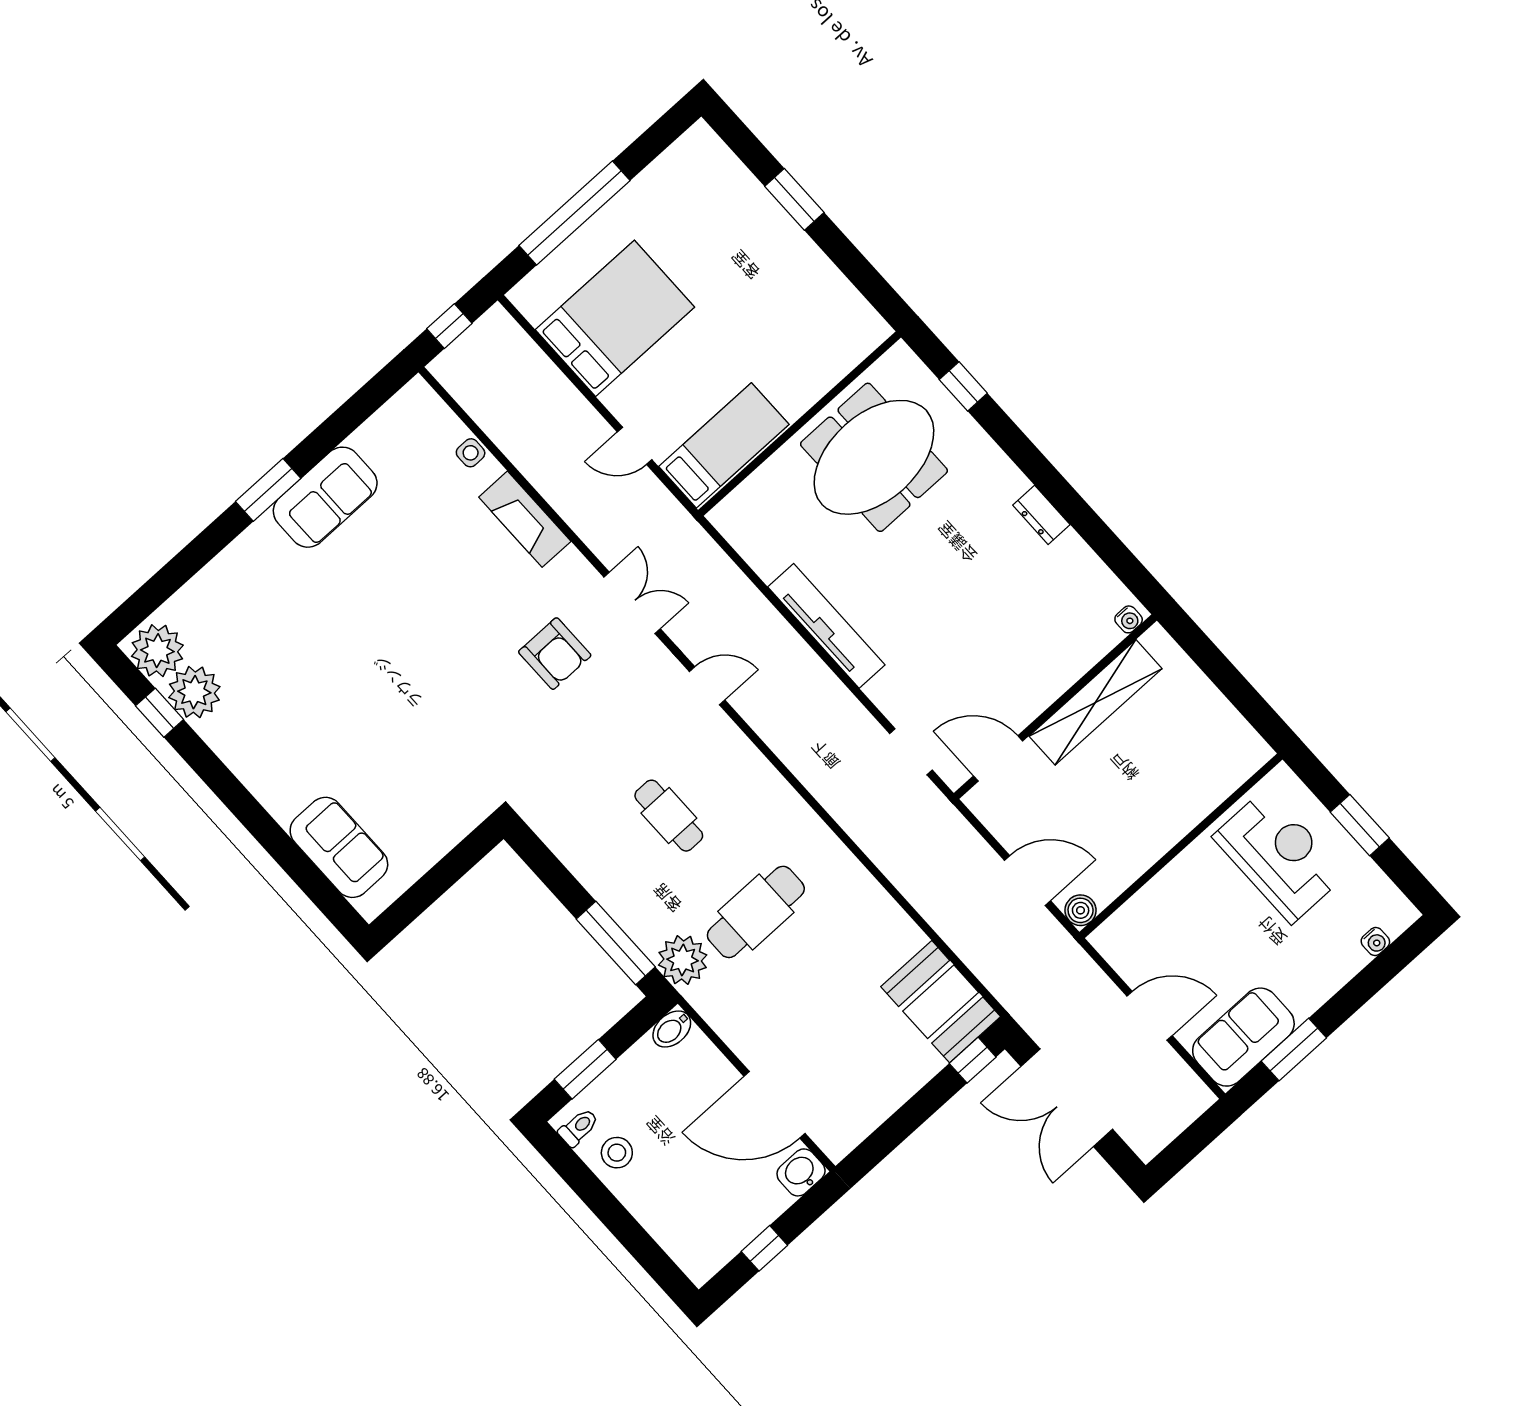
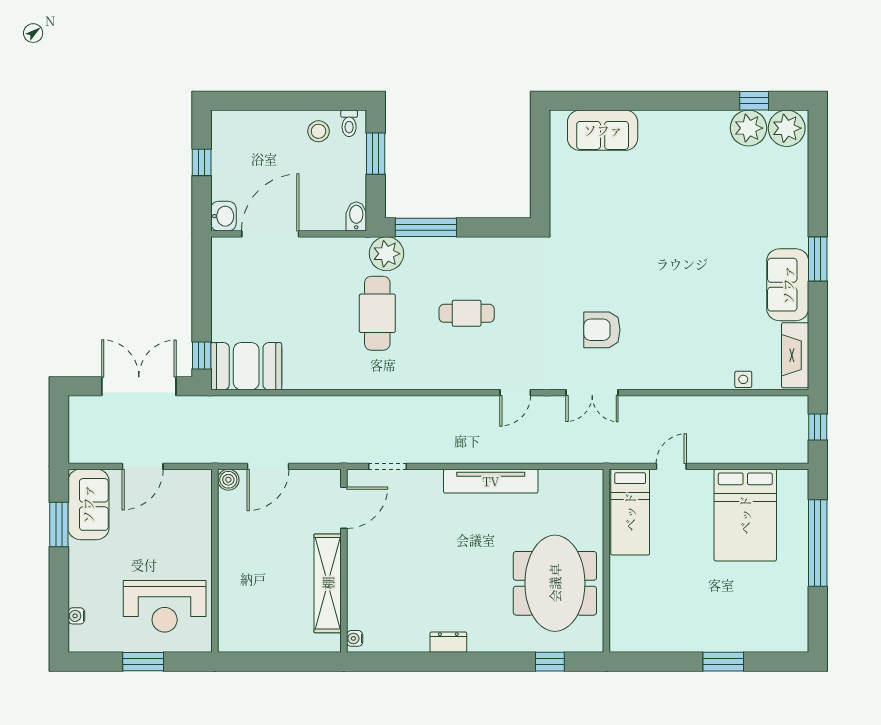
fireplace: (525, 519) -> (795, 355), moved, turned -90

